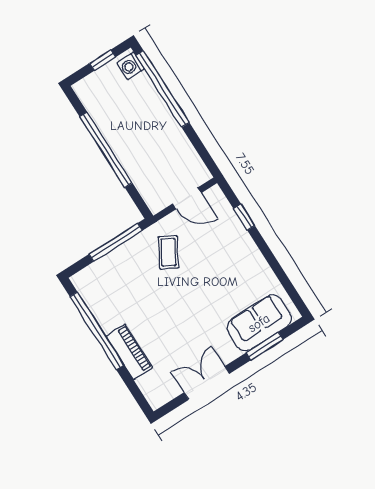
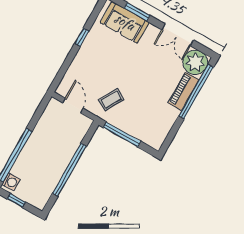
window: (244, 217) -> (82, 37), moved
window: (97, 331) -> (196, 91), moved
plant: (159, 387) -> (195, 62), added

